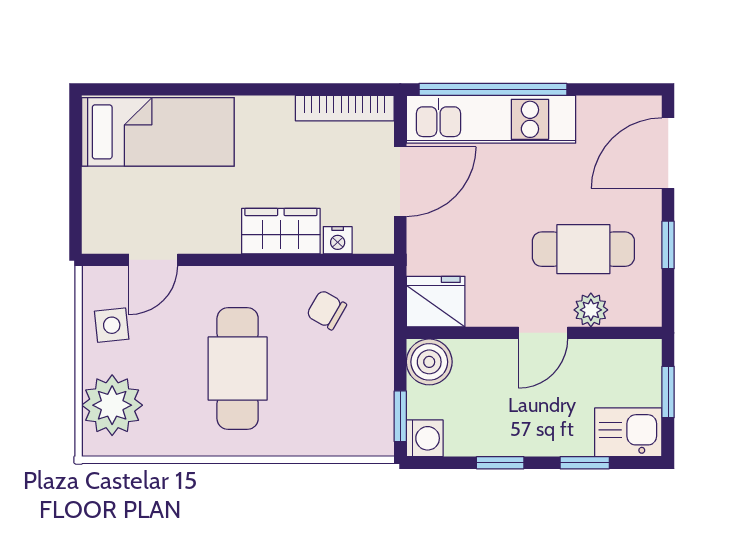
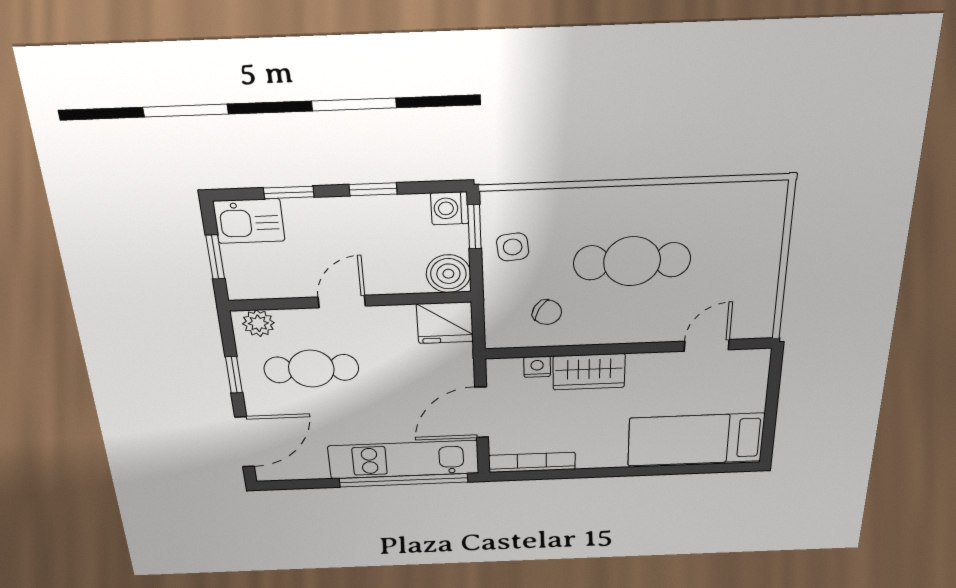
plant: (591, 310) -> (258, 323), moved
side table: (112, 325) -> (513, 247), moved
cafe table: (238, 369) -> (632, 261), turned 90
plant: (112, 405) -> (755, 226), removed

